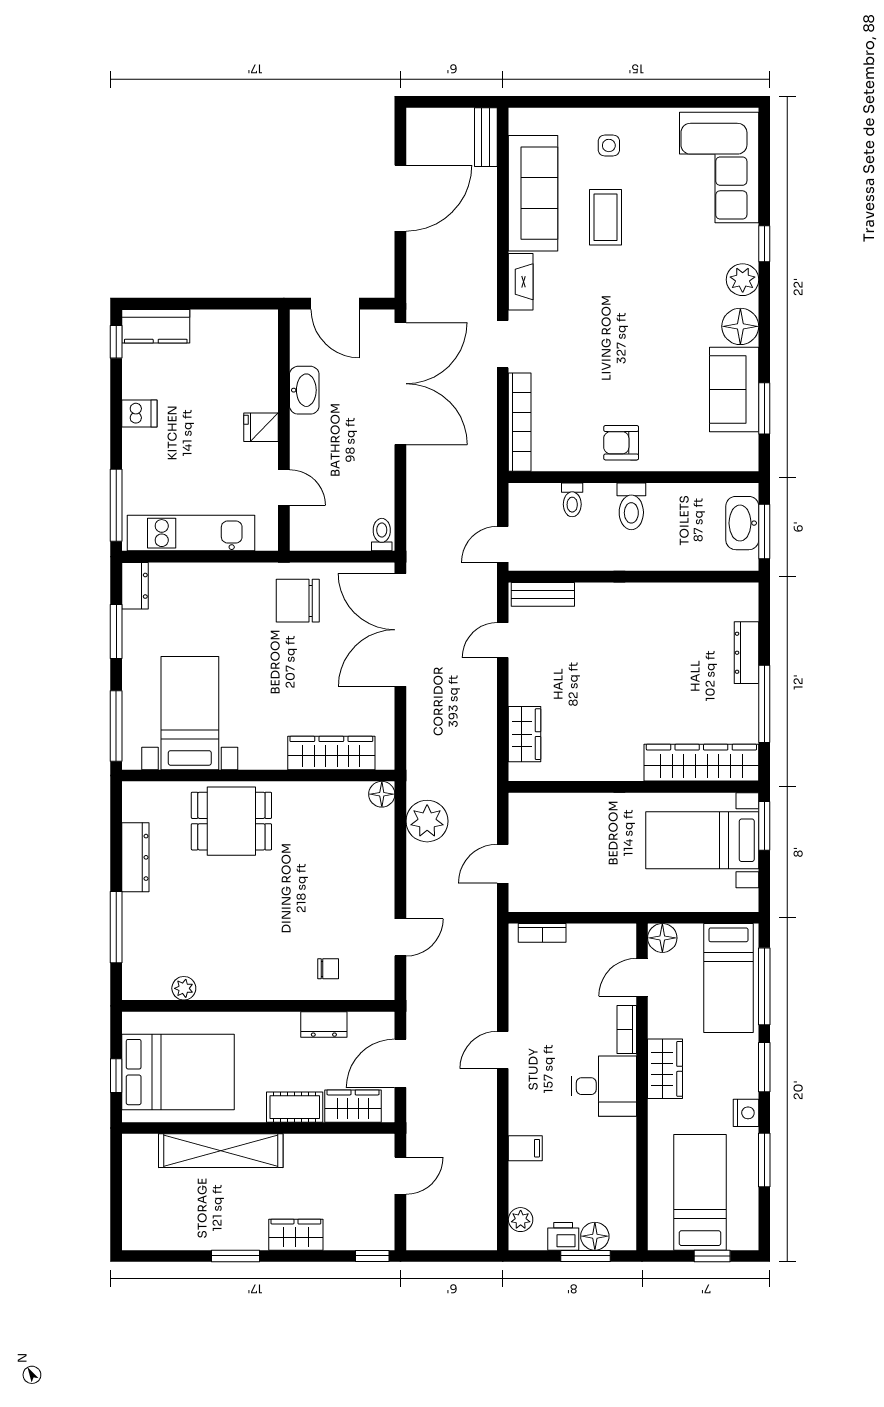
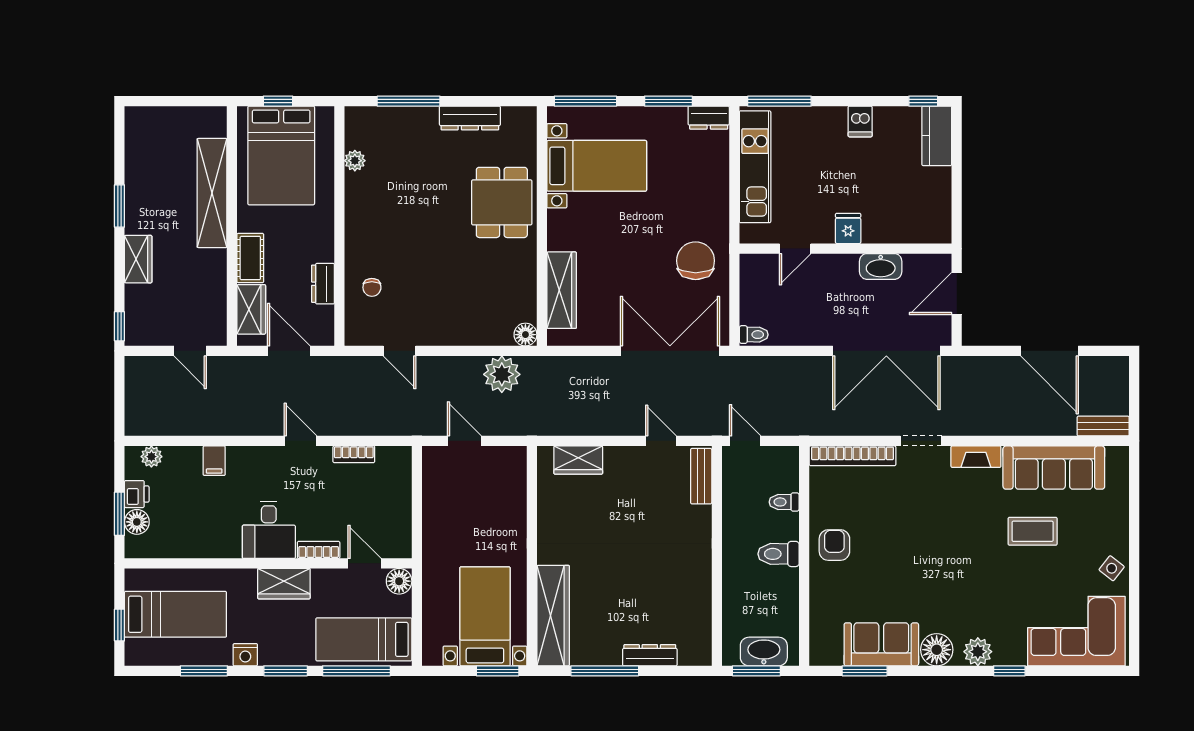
side table: (609, 145) -> (1112, 568), moved, turned 38
bookcase: (542, 933) -> (354, 454), moved, turned -90

